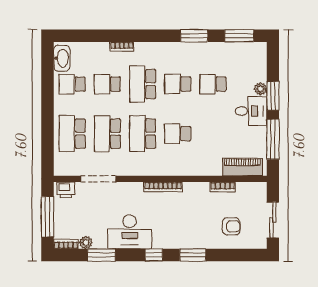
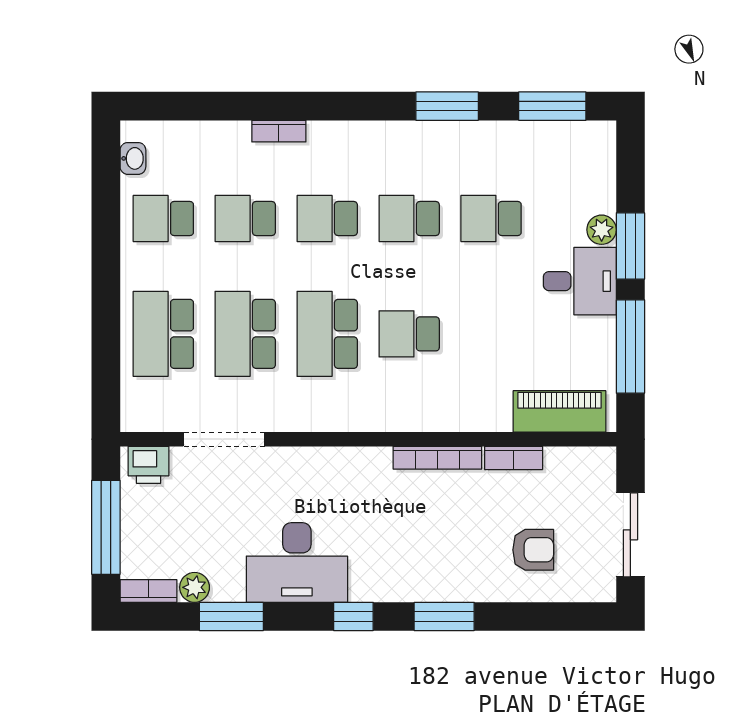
washbasin: (62, 58) -> (133, 158), width x0.52, depth x0.69
school desk: (143, 84) -> (327, 219), width x0.54
bookcase: (163, 187) -> (437, 458), moved

